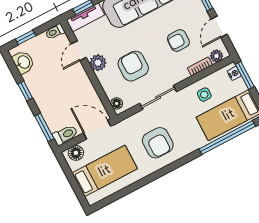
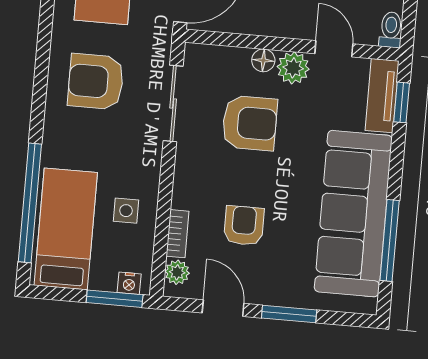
sliding door: (158, 97) -> (173, 103), moved
floor lamp: (117, 103) -> (263, 60), moved

